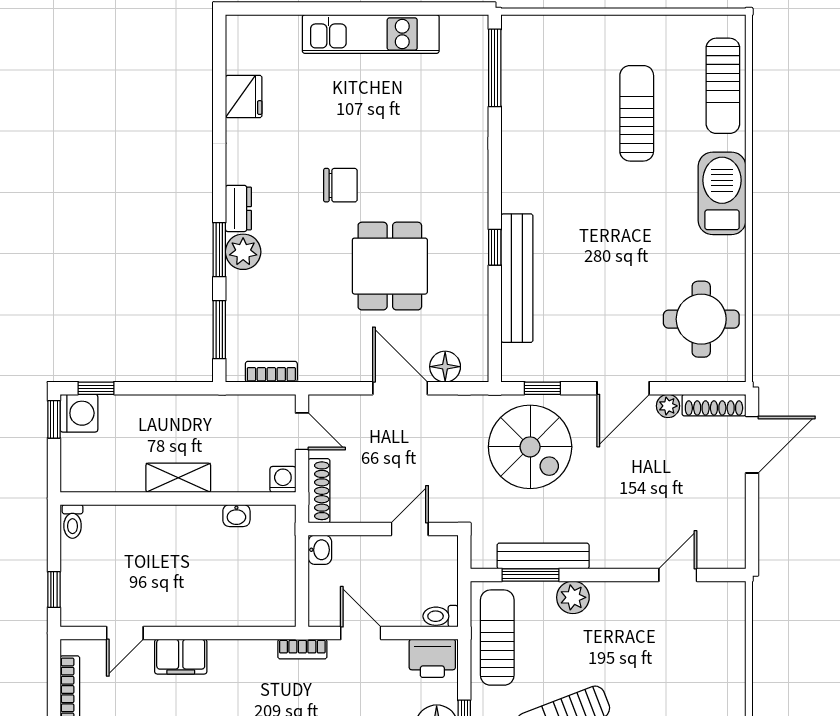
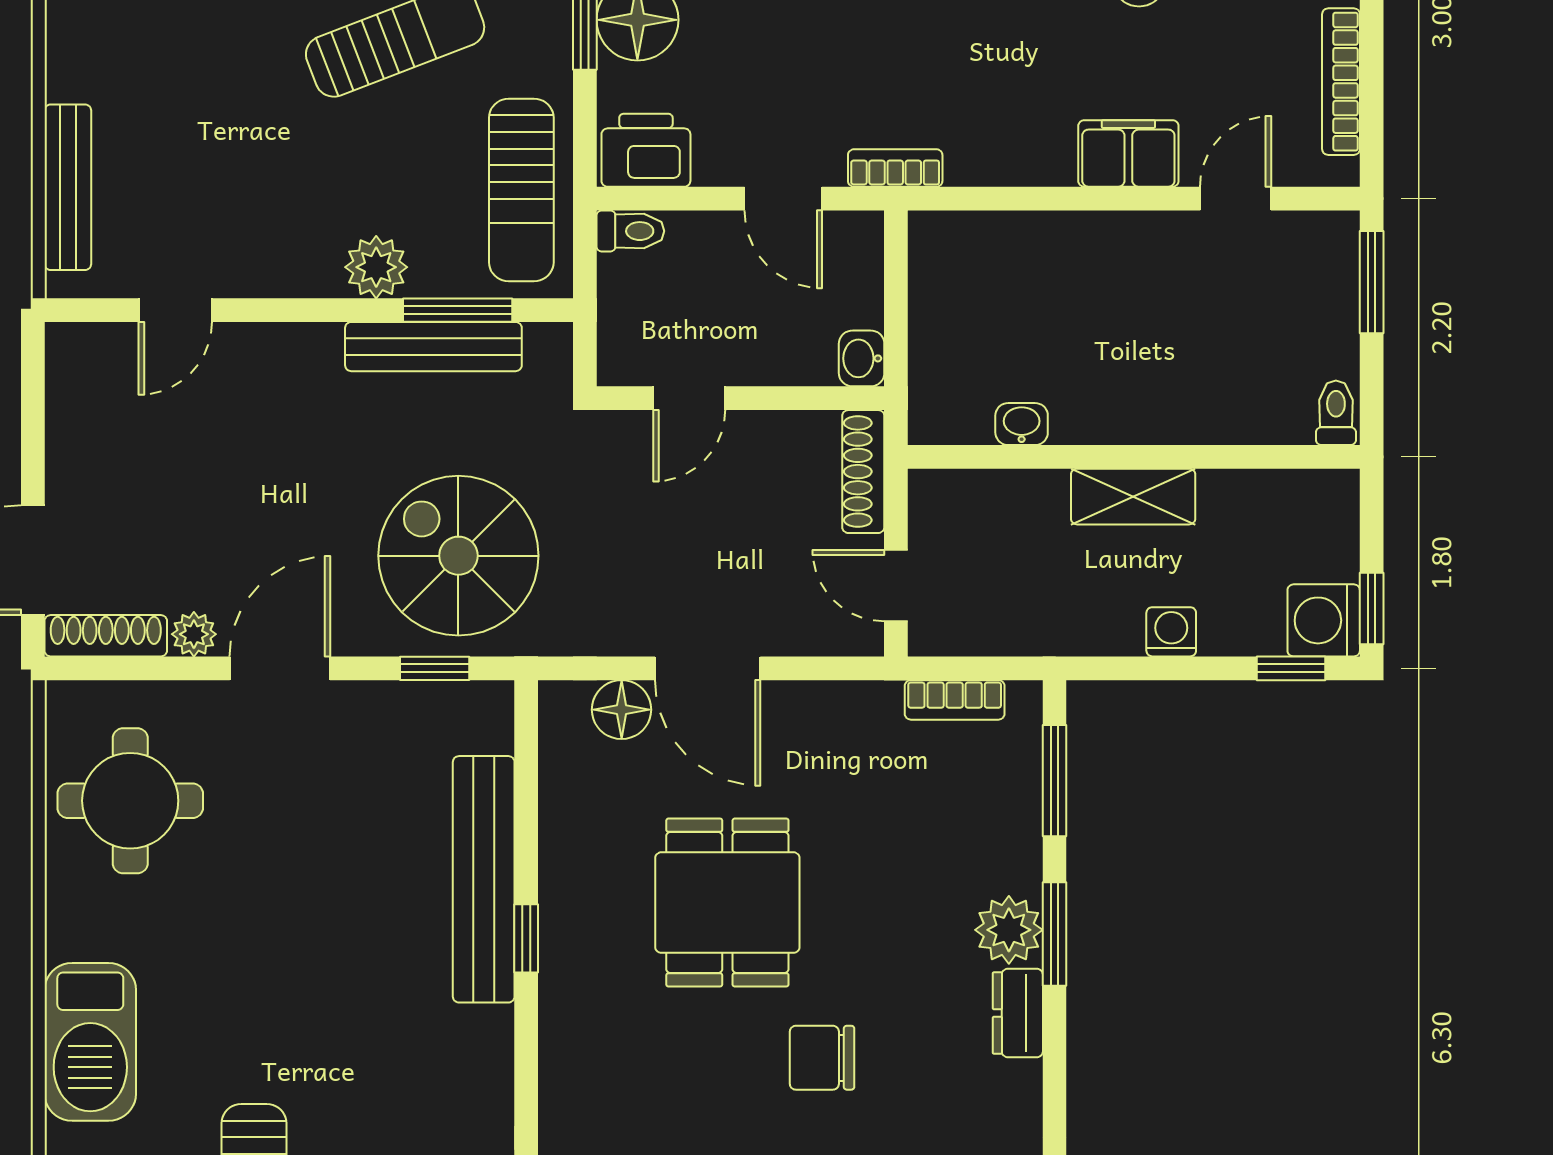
washing machine: (283, 479) -> (1171, 632), moved, turned 180
window: (54, 590) -> (1372, 282), width x1.50
bench: (734, 639) -> (68, 187), added

